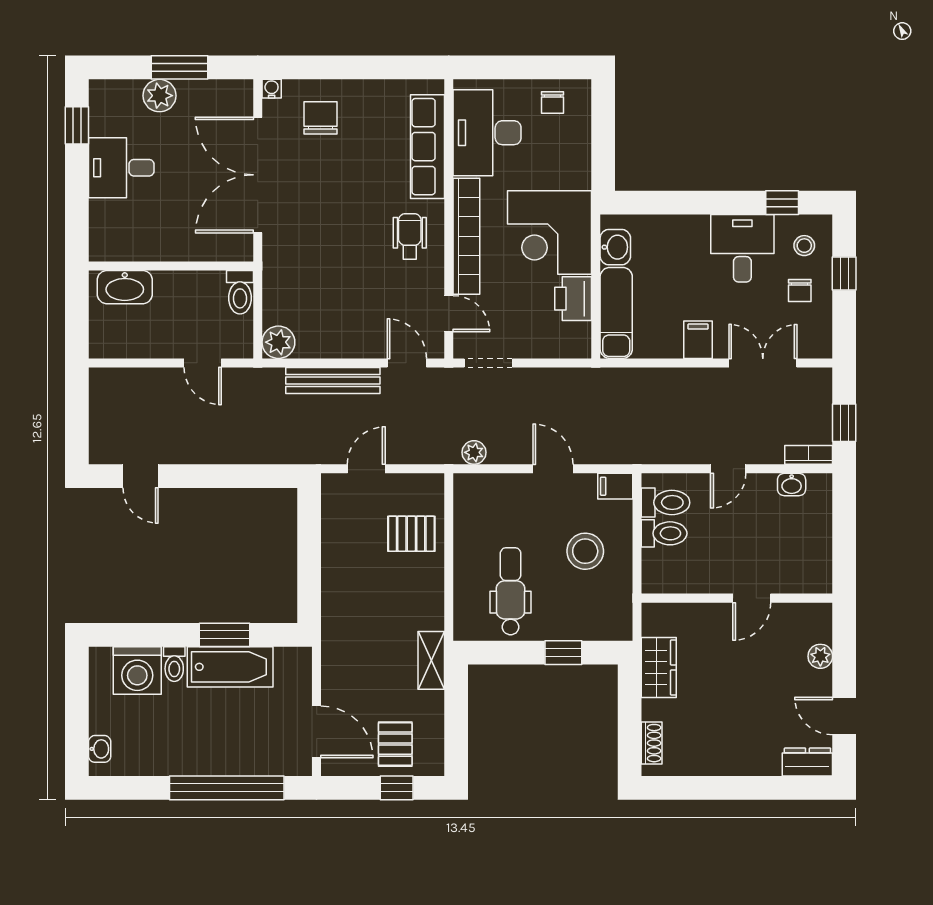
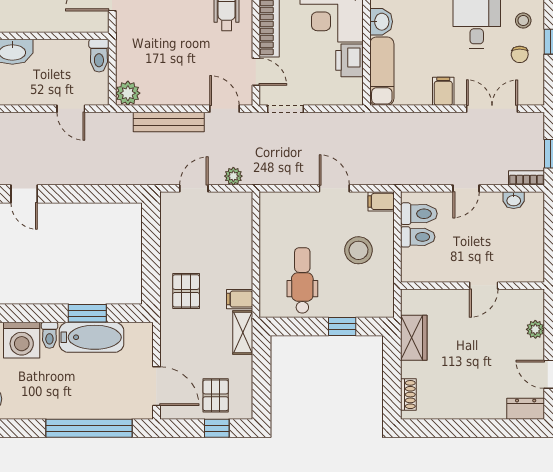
plant: (474, 452) -> (233, 176), moved
pallet: (411, 534) -> (186, 291), moved, turned 90
filing cabinet: (427, 616) -> (240, 299), added

